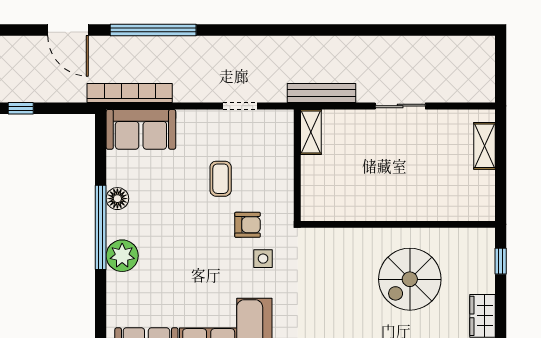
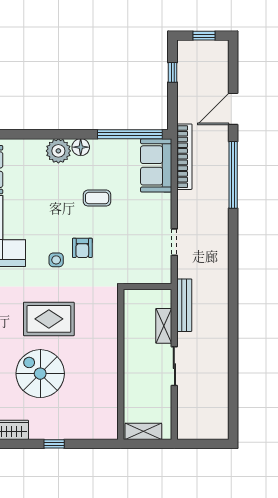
shelving: (311, 132) -> (164, 326), moved, turned 90
coffee table: (221, 179) -> (97, 198), moved
floor lamp: (117, 199) -> (81, 147), moved
wall: (398, 224) -> (121, 364), moved
window: (101, 227) -> (130, 134), moved
rug: (339, 268) -> (49, 319), added

